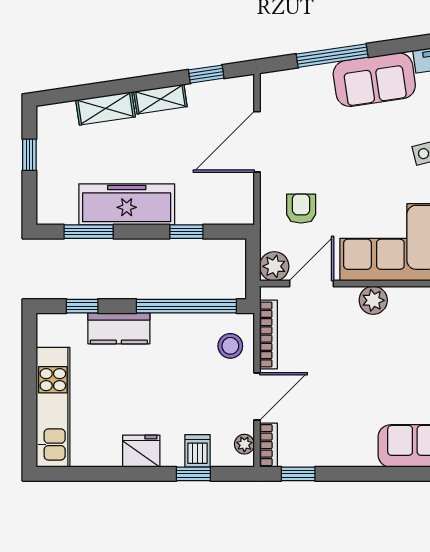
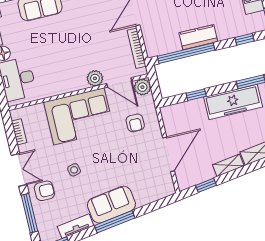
window: (332, 56) -> (115, 222), moved
door: (312, 284) -> (119, 82), hinge flipped
plant: (373, 300) -> (95, 78), moved
kitchen counter: (119, 328) -> (198, 37), moved
stool: (230, 346) -> (156, 37), removed

